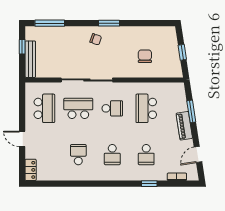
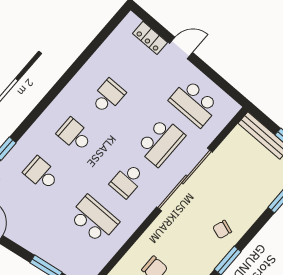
piano: (184, 126) -> (37, 245), removed
school desk: (78, 155) -> (108, 96), turned -90
locker: (31, 170) -> (150, 38), moved

